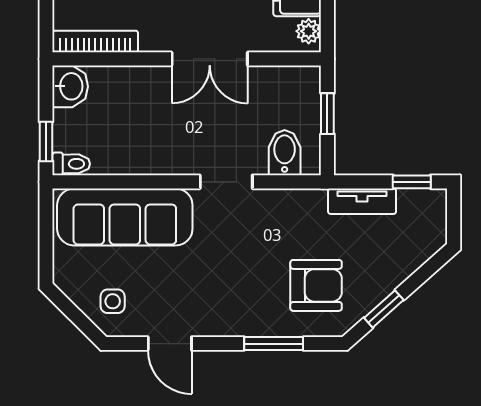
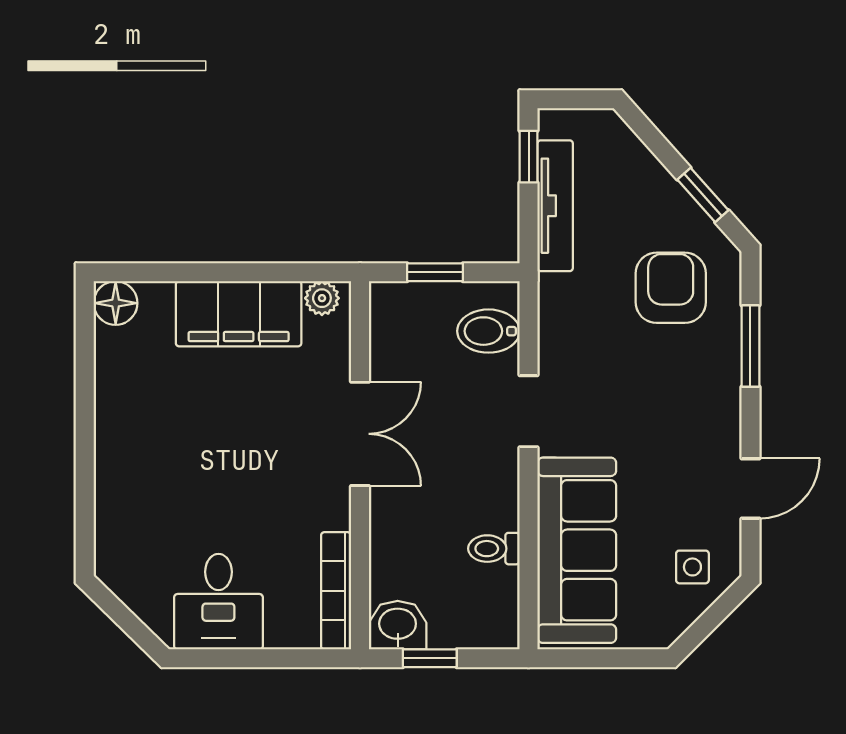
window: (46, 141) -> (430, 658), moved
toilet: (71, 164) -> (494, 549), moved, turned -90
tv unit: (362, 201) -> (555, 206), width x1.41

